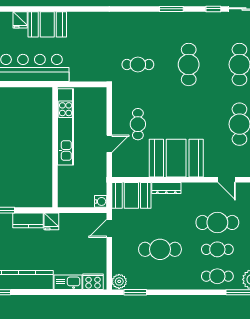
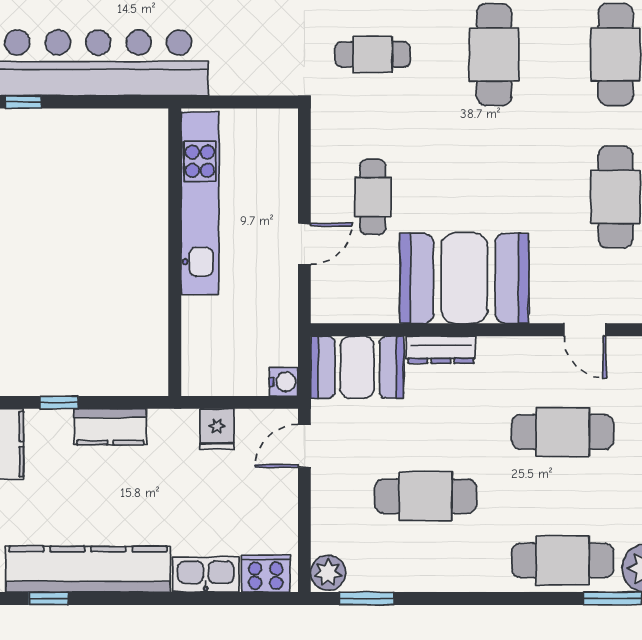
fridge: (51, 221) -> (217, 429), moved
cafe table: (217, 249) -> (563, 496), removed
cafe table: (217, 276) -> (563, 560), width x1.37, depth x1.35

